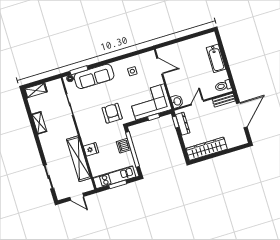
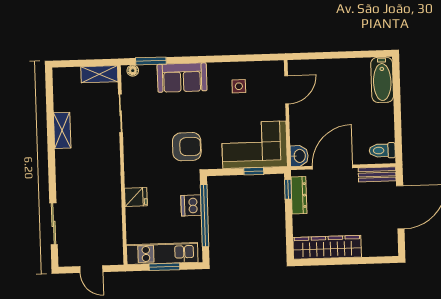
bathtub: (216, 58) -> (382, 80), moved
door: (160, 66) -> (287, 90), hinge flipped
sofa: (94, 76) -> (182, 78), width x0.73
shelving: (36, 90) -> (99, 74), moved
door: (197, 103) -> (332, 167), width x1.88
armchair: (112, 113) -> (187, 147), turned 90
shelving: (79, 159) -> (111, 207), removed

